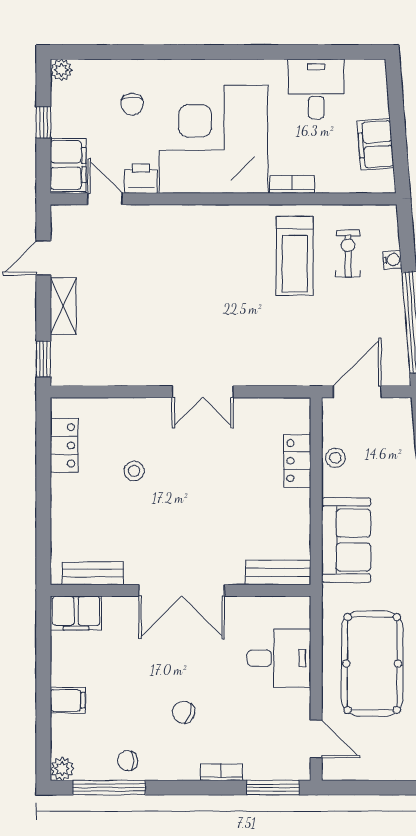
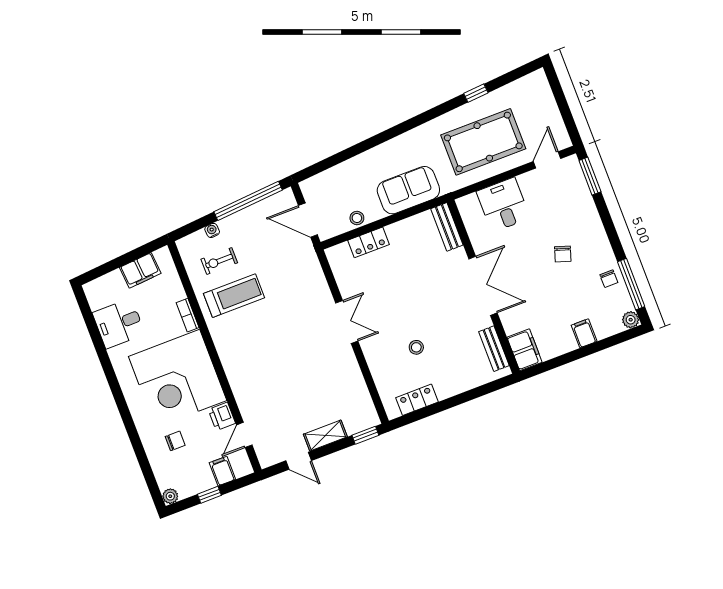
filing cabinet: (68, 165) -> (222, 471), width x0.50
bookcase: (221, 772) -> (593, 214), removed

